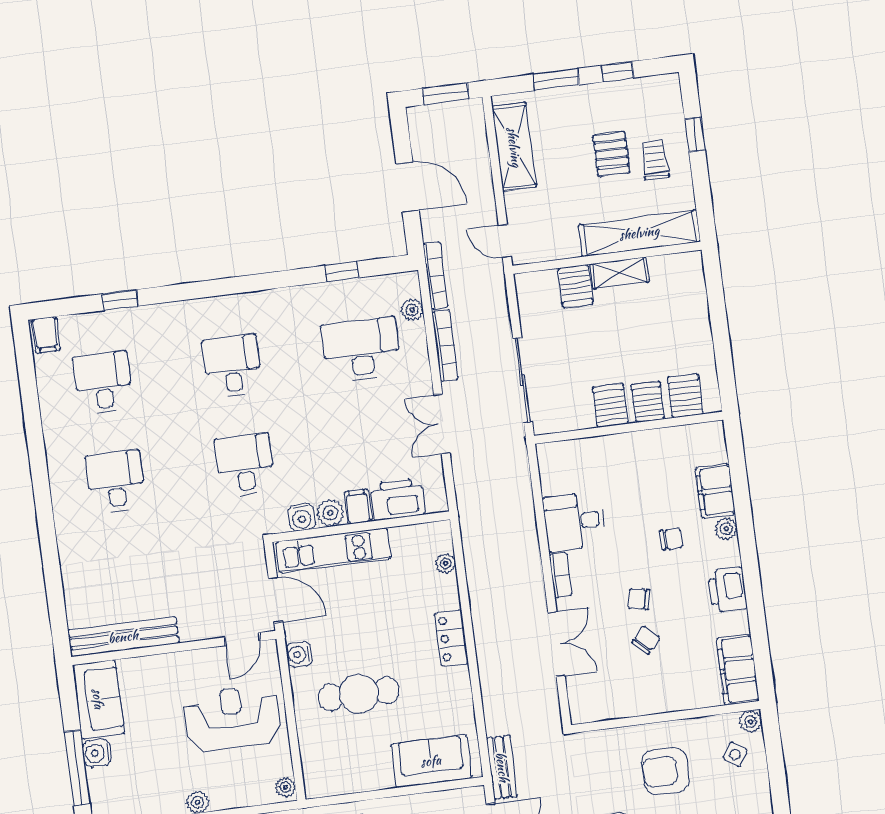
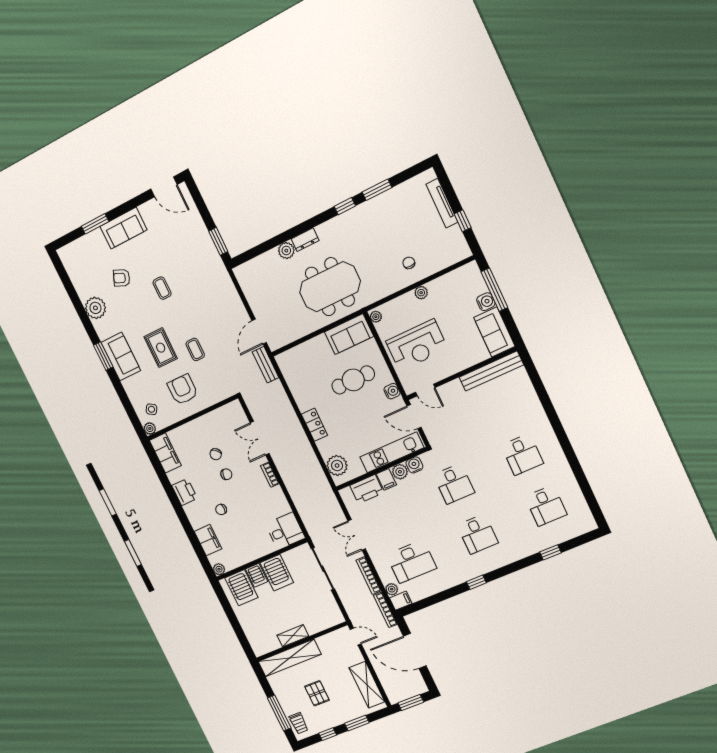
window: (695, 135) -> (279, 713), width x2.17
trolley: (655, 160) -> (299, 723), moved
door: (408, 187) -> (415, 651), width x1.36
window: (342, 272) -> (476, 582), moved
server rack: (576, 286) -> (312, 623), removed
filing cabinet: (46, 335) -> (401, 601), moved, turned 90
server rack: (685, 396) -> (241, 588), width x1.36, depth x1.44
server rack: (610, 405) -> (277, 573), width x1.36, depth x1.44
double door: (442, 424) -> (357, 535), swing flipped
desk: (574, 521) -> (285, 531), moved
plant: (726, 529) -> (219, 569), moved
plant: (446, 563) -> (337, 465), width x1.88, depth x1.88
door: (242, 639) -> (425, 390), swing flipped
sofa: (431, 761) -> (349, 334), moved
armchair: (665, 771) -> (183, 390), turned -90

